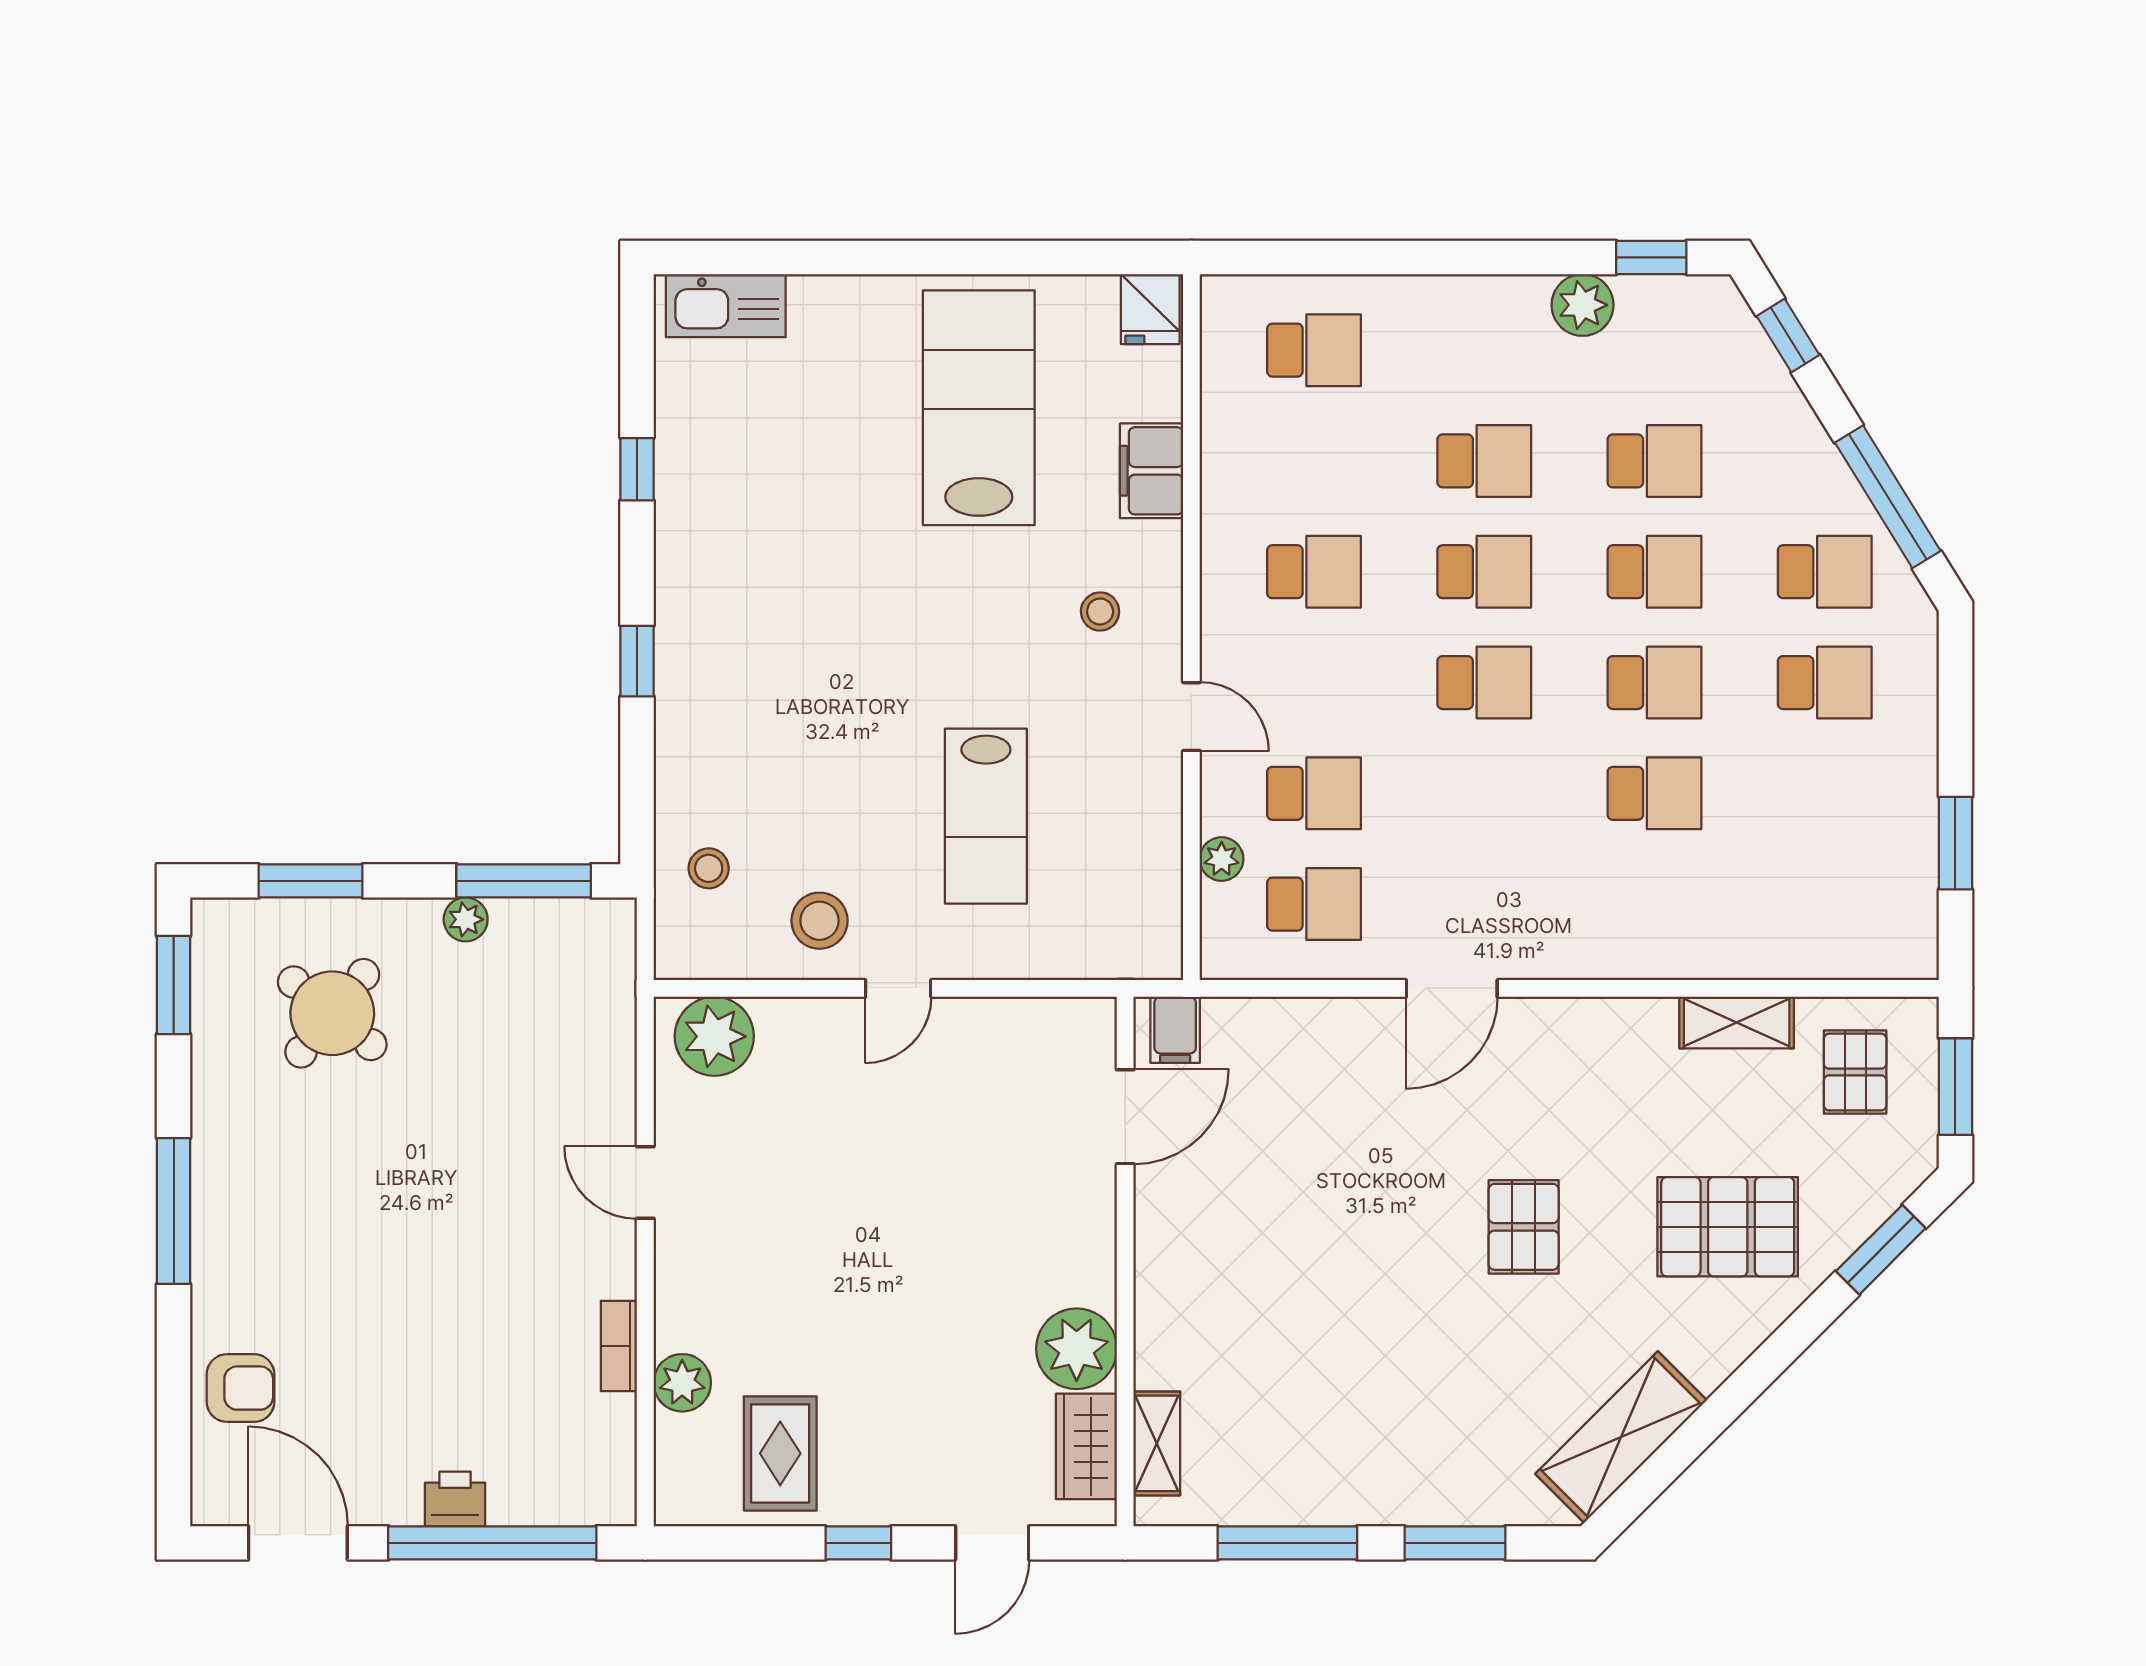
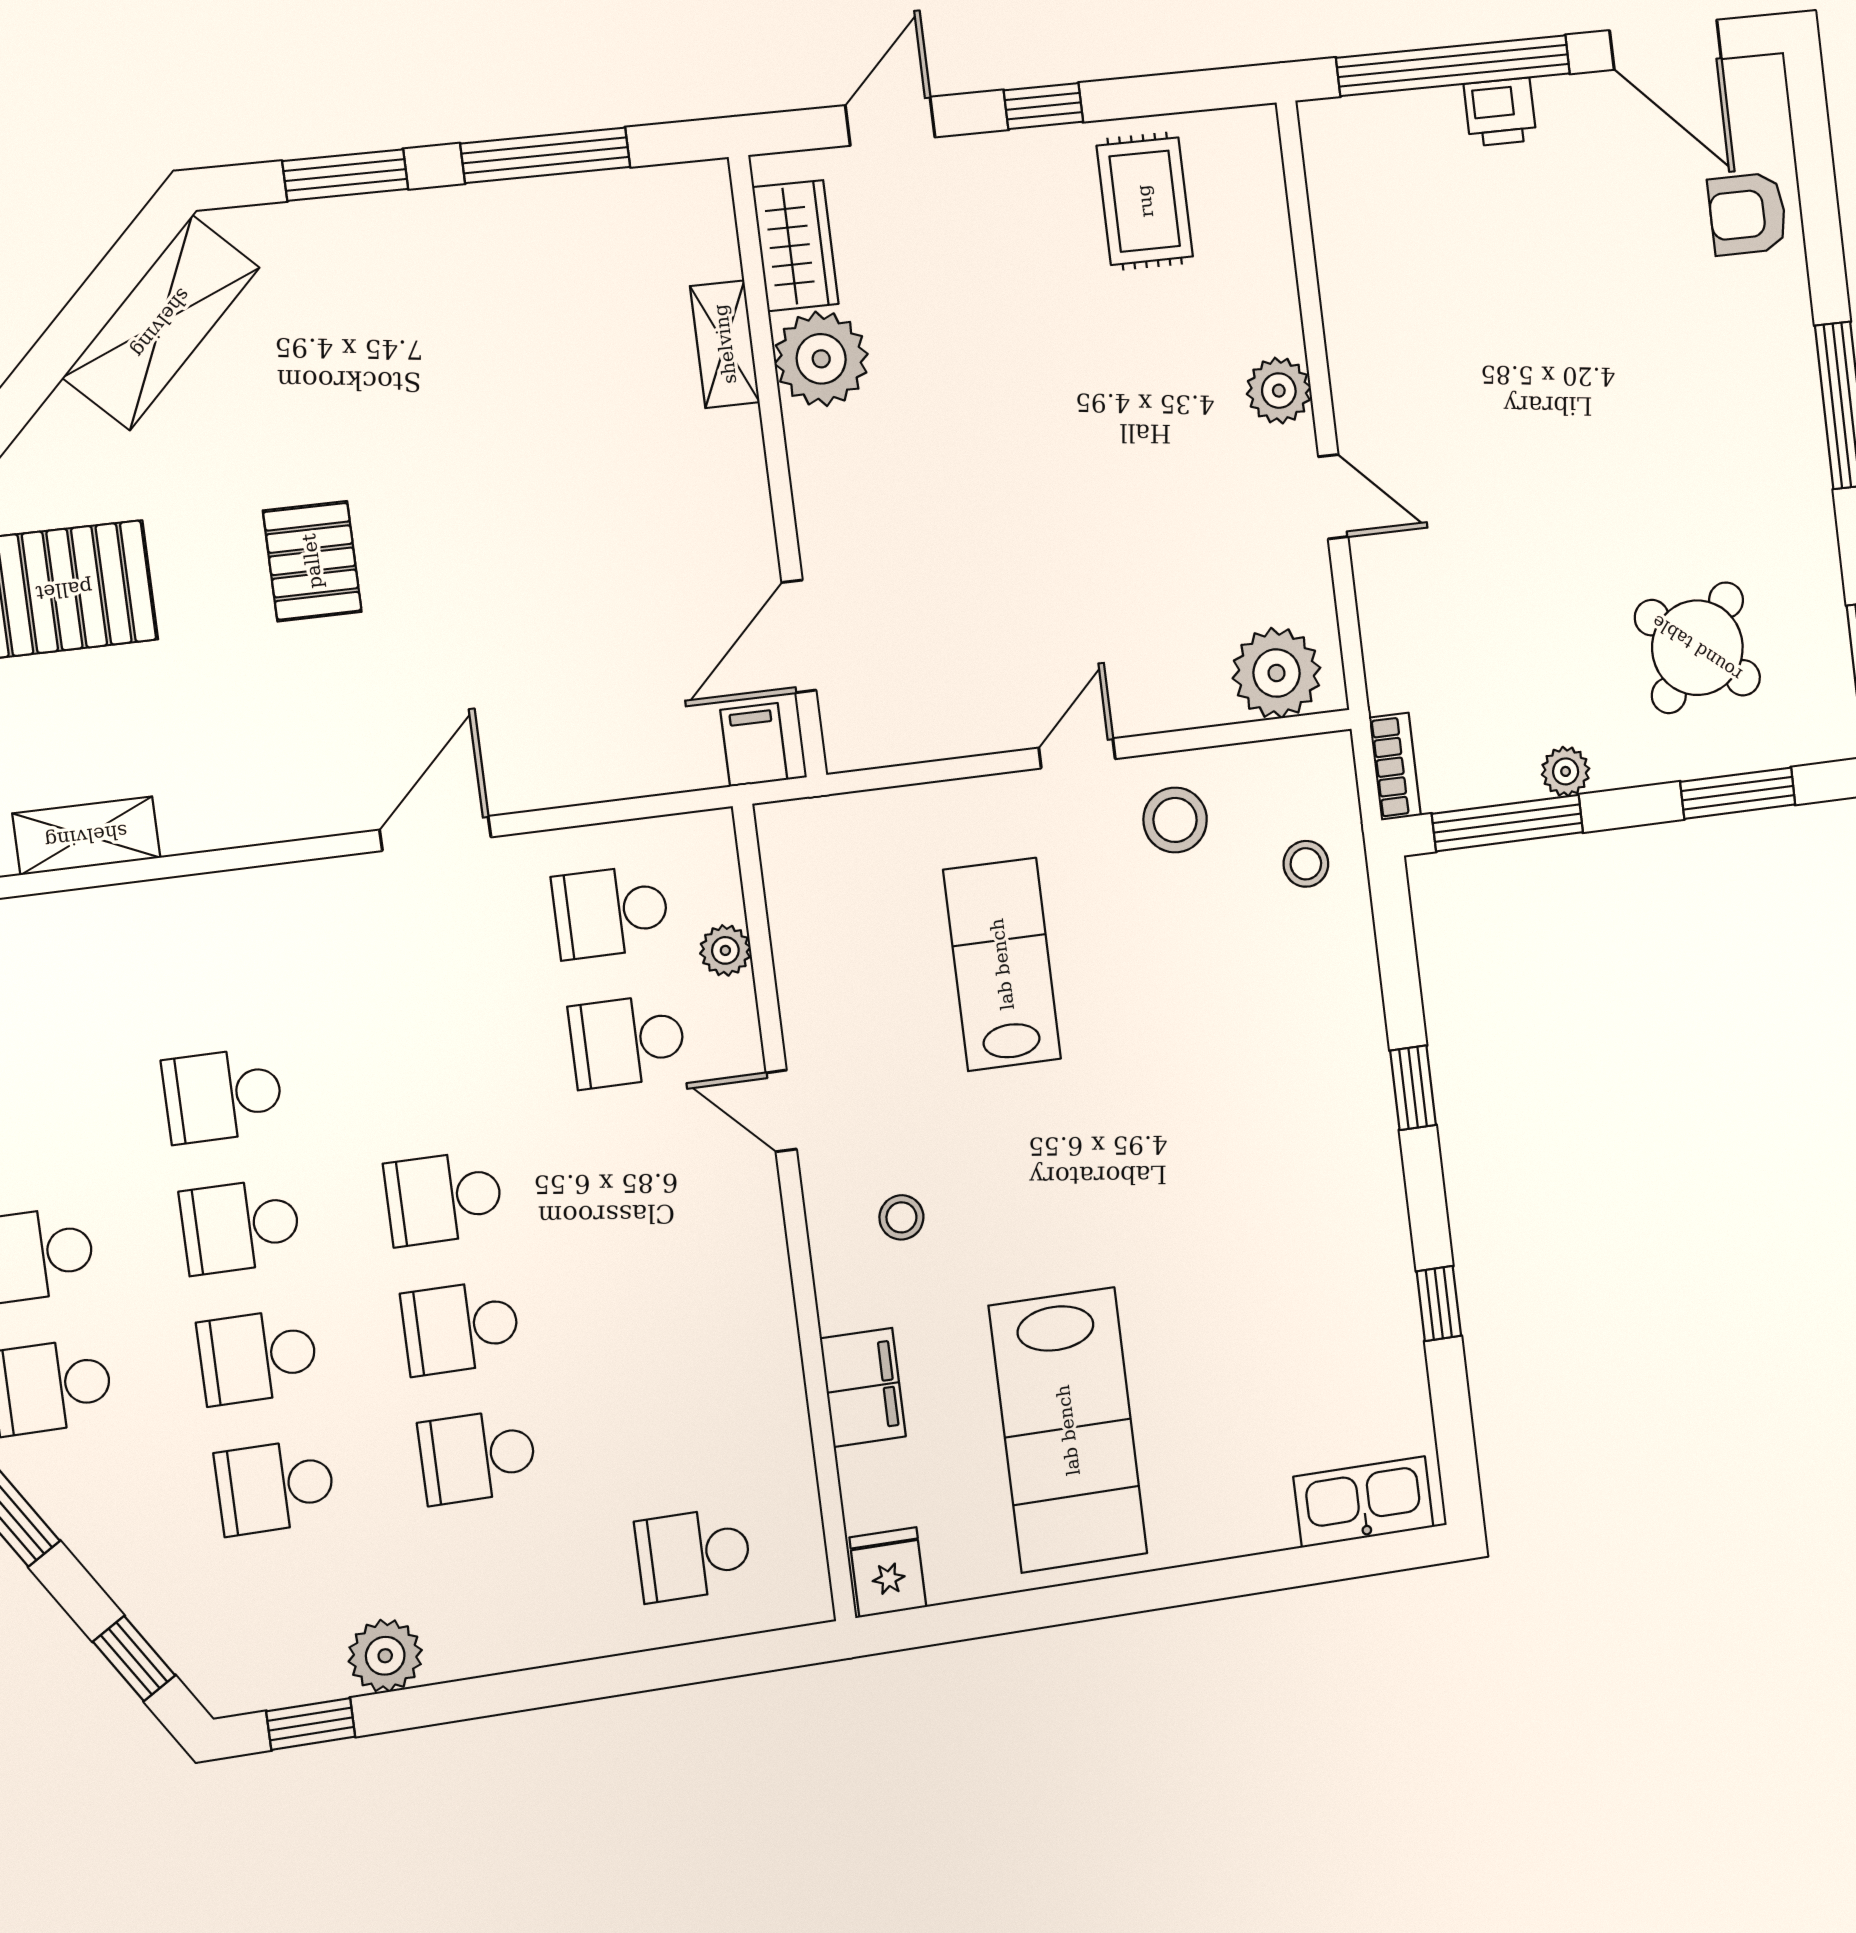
school desk: (1314, 572) -> (661, 1299), removed
bookcase: (619, 1346) -> (1395, 767), moved
plant: (682, 1383) -> (1279, 391), moved
shelving: (1157, 1443) -> (725, 344), moved

